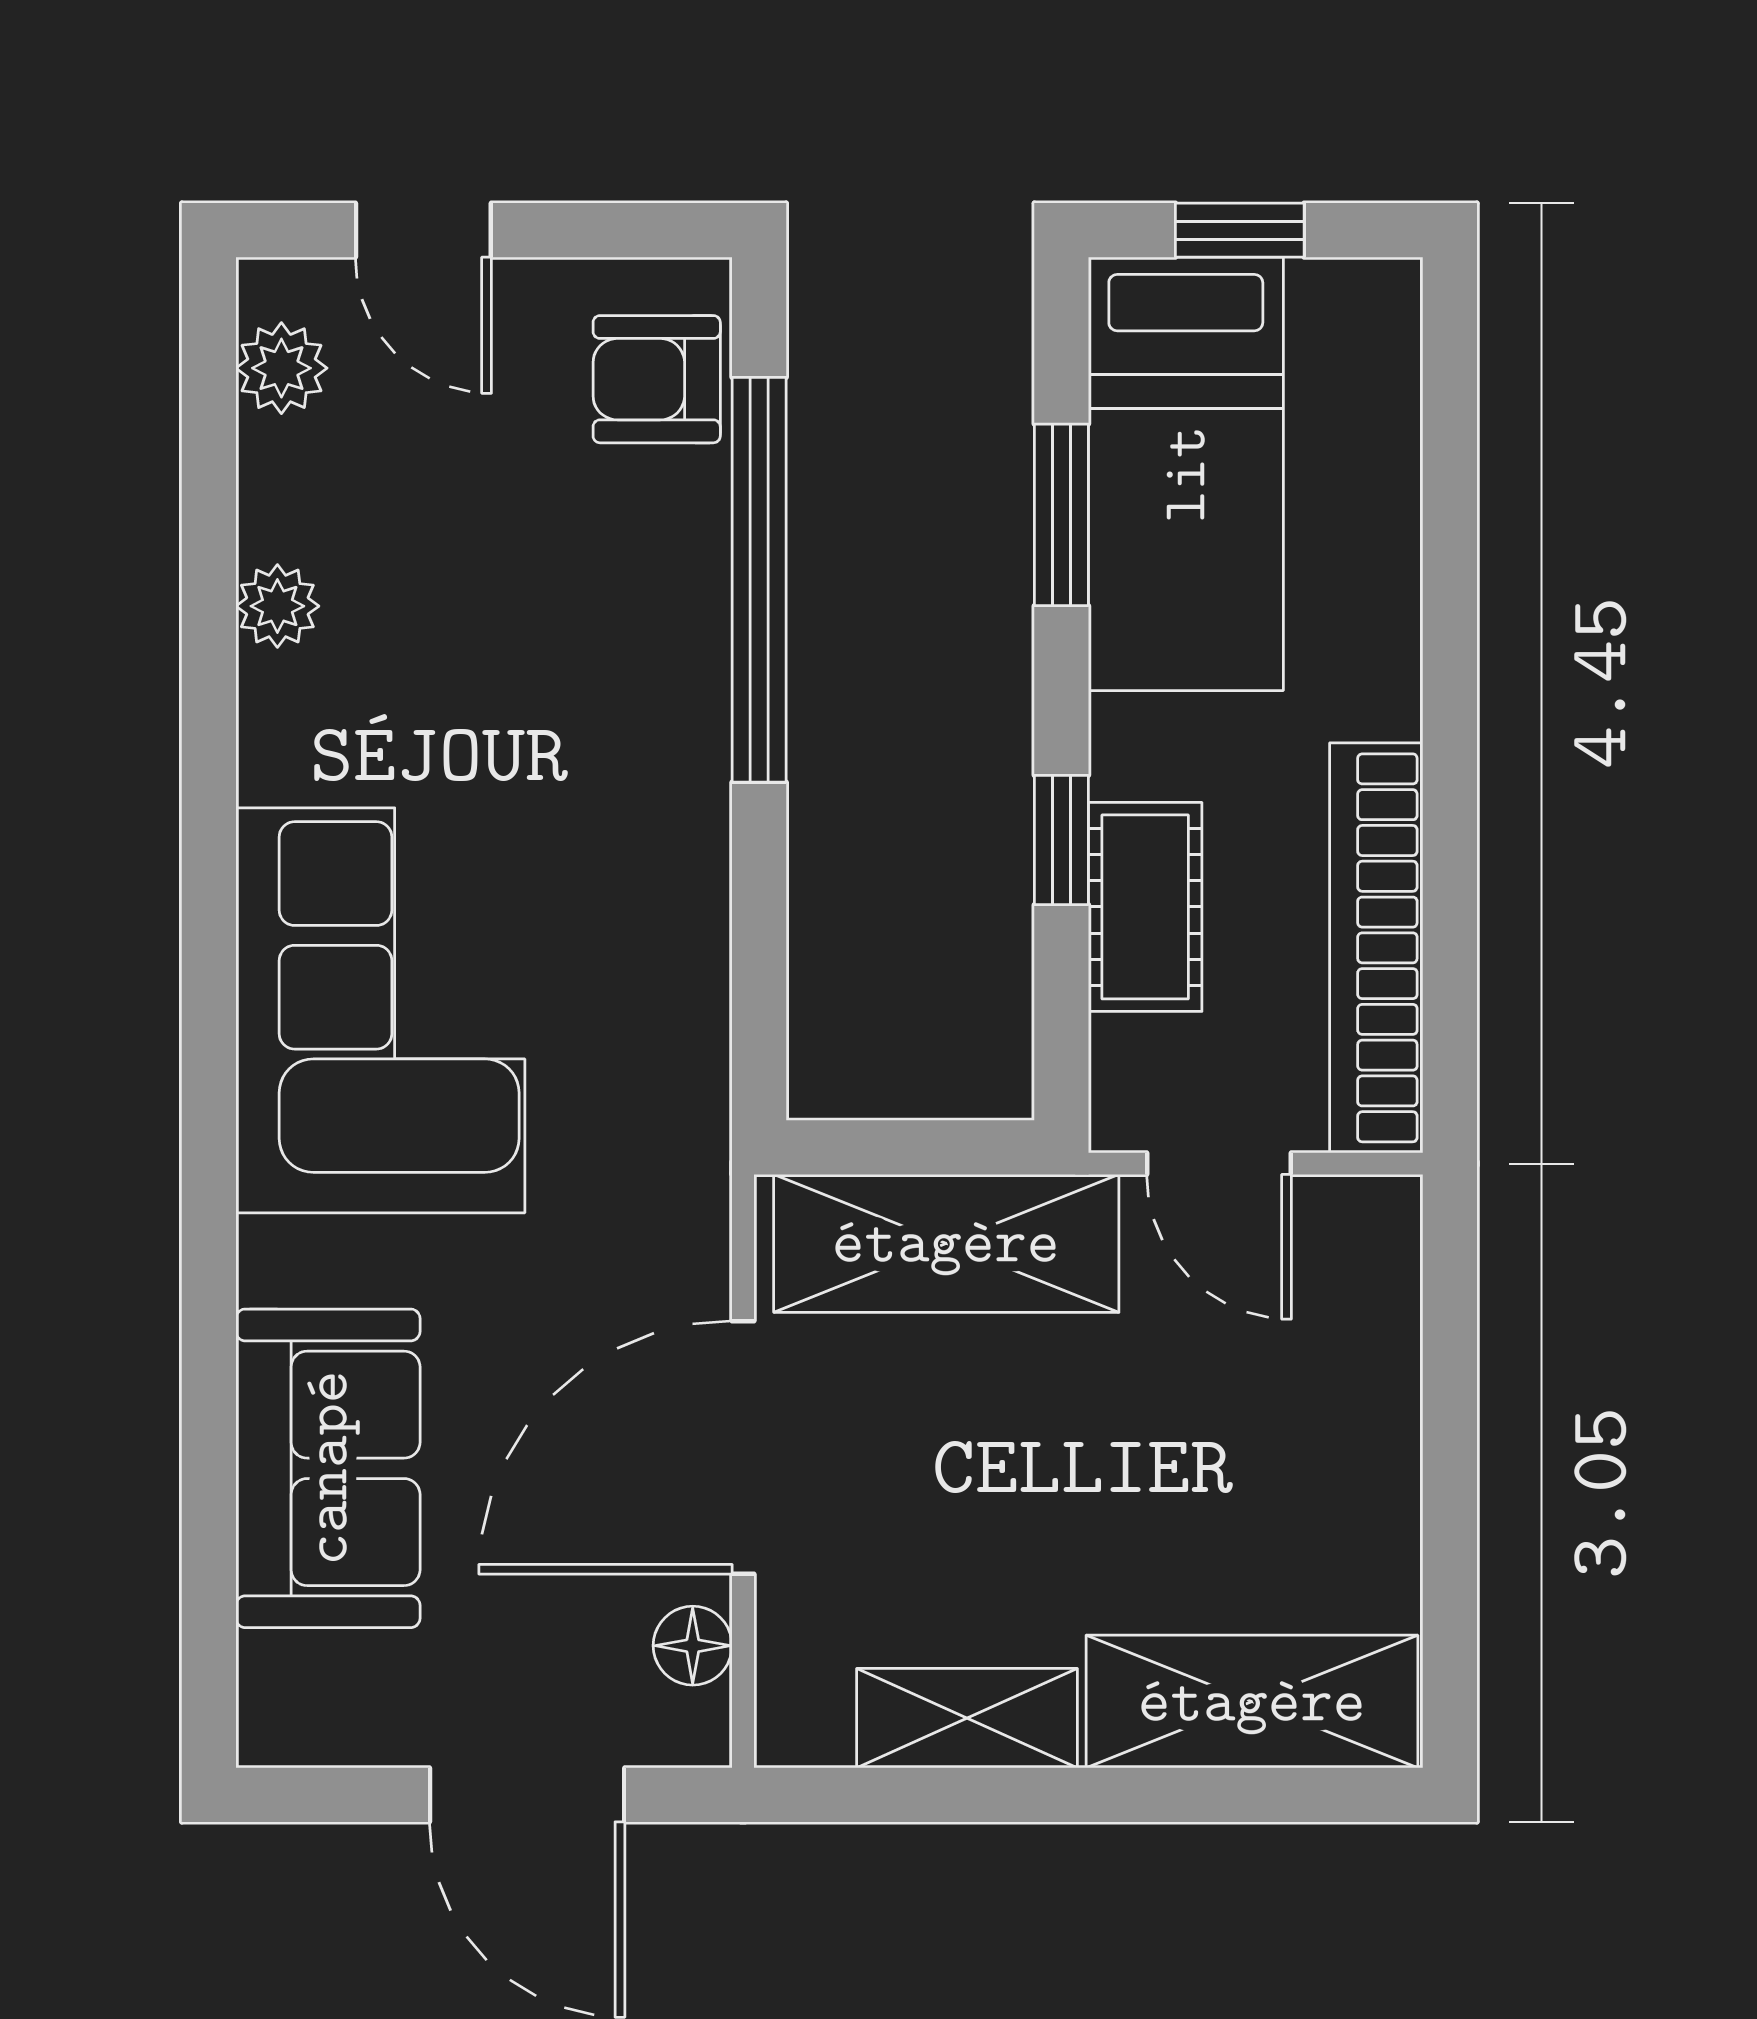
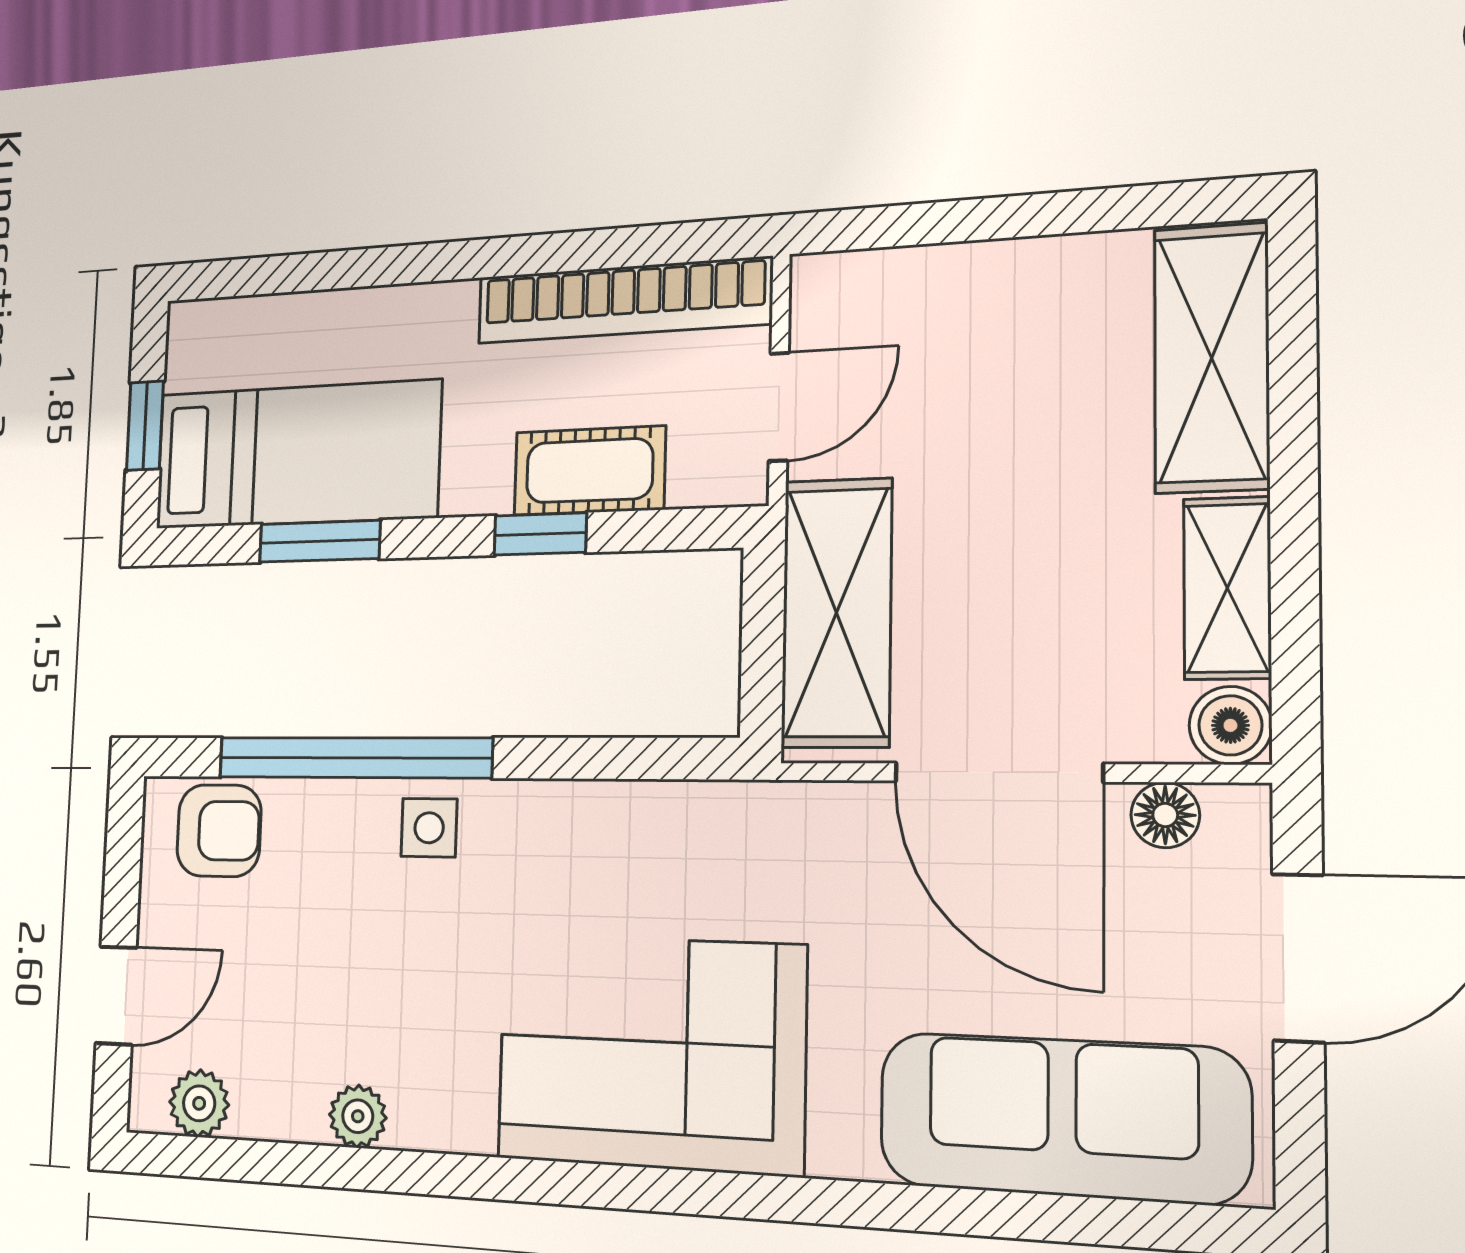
armchair: (657, 379) -> (219, 831), turned -90
side table: (665, 694) -> (429, 828), added
sofa: (328, 1468) -> (1062, 1117), width x1.36
boiler: (801, 1721) -> (1230, 725), added

